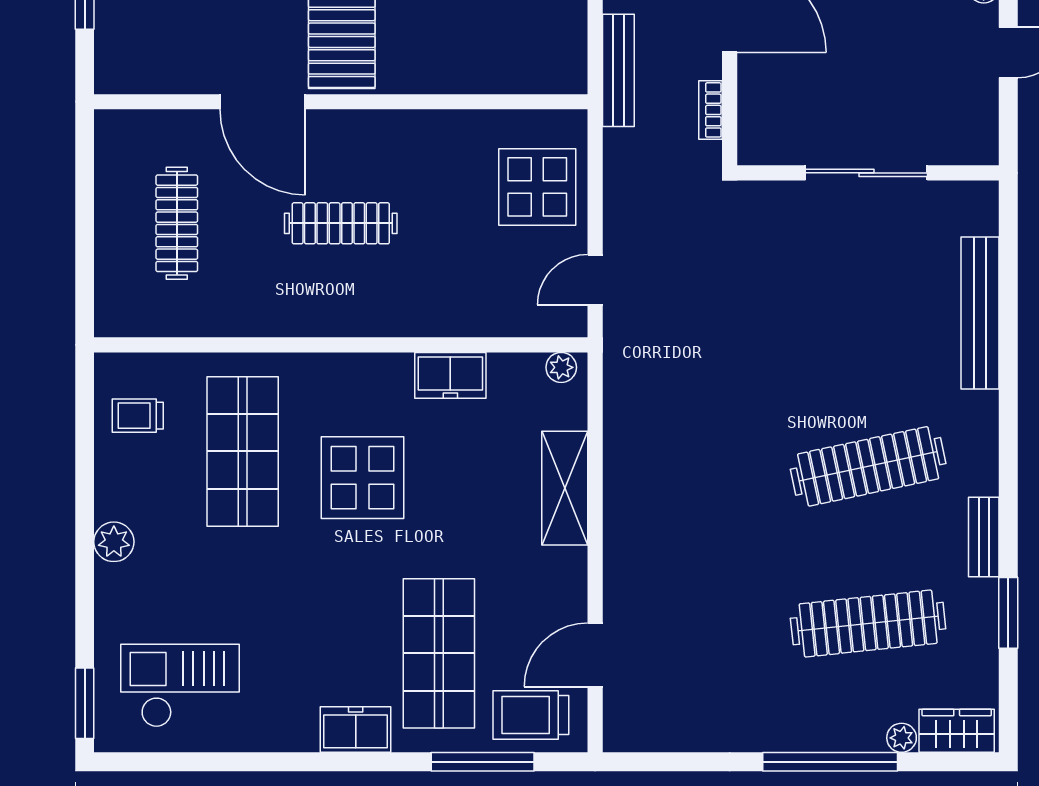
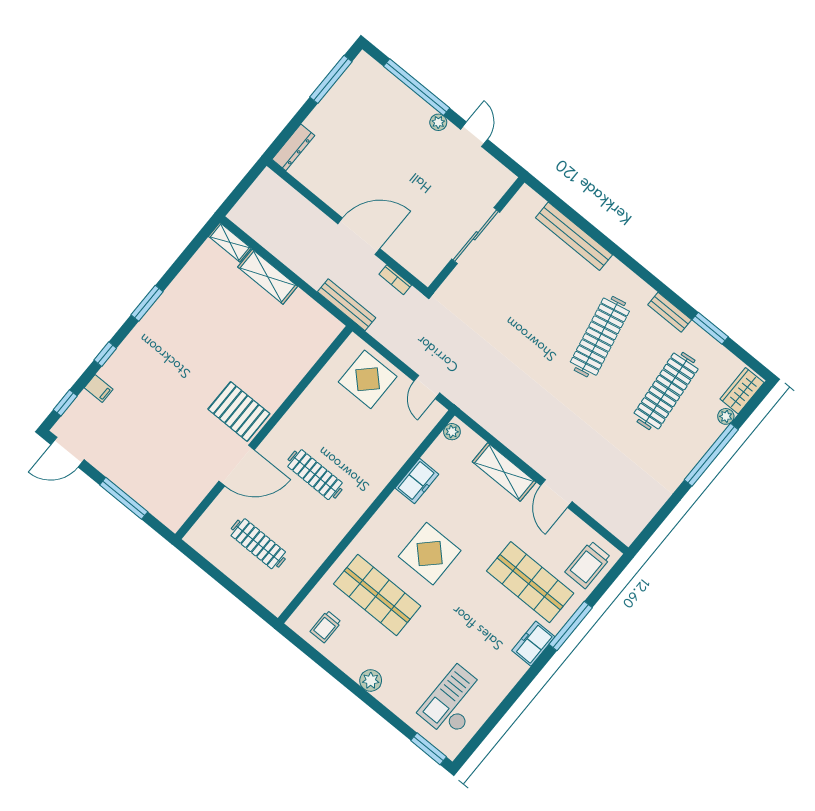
clothes rail: (341, 223) -> (315, 475), turned 90
door: (595, 655) -> (556, 493), moved
window: (483, 762) -> (571, 626), moved

